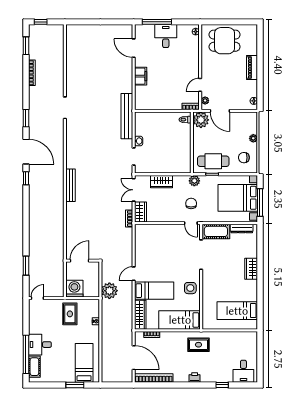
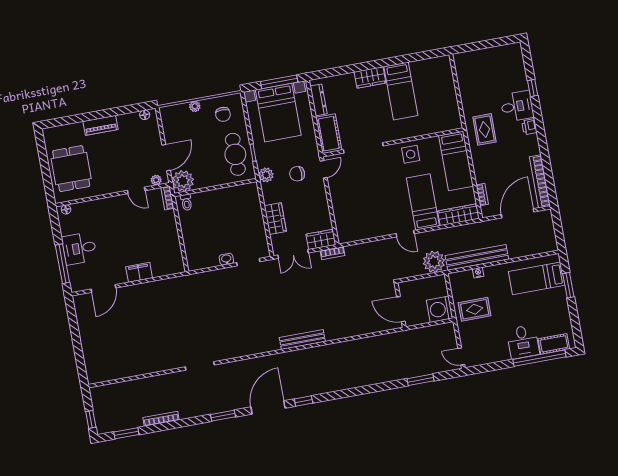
bench: (127, 116) -> (477, 257), moved
bed: (237, 311) -> (401, 91), moved
desk: (243, 371) -> (517, 106), moved

